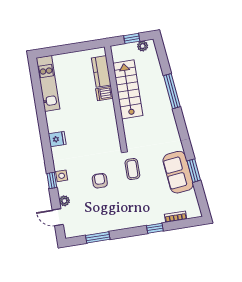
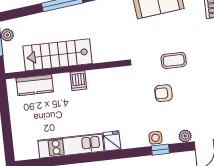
kitchen unit: (48, 83) -> (71, 146), moved
dishwasher: (104, 93) -> (78, 81), moved
coffee table: (132, 169) -> (174, 60), moved

